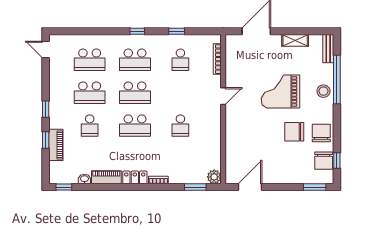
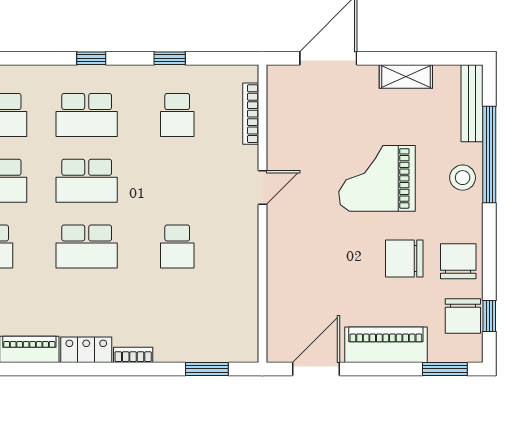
bench: (328, 49) -> (472, 103), width x1.36
piano: (285, 175) -> (386, 345), added
plant: (214, 177) -> (245, 348), removed

